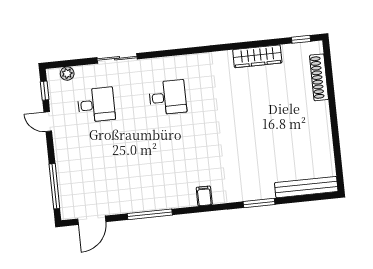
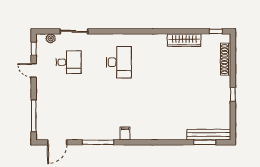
sliding door: (117, 58) -> (74, 31), moved
desk: (168, 97) -> (119, 62), width x1.37
window: (335, 126) -> (233, 94), added
filing cabinet: (204, 196) -> (125, 133), moved
window: (259, 203) -> (205, 142), moved

